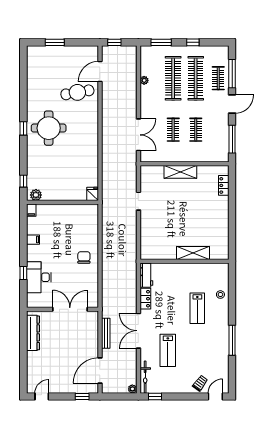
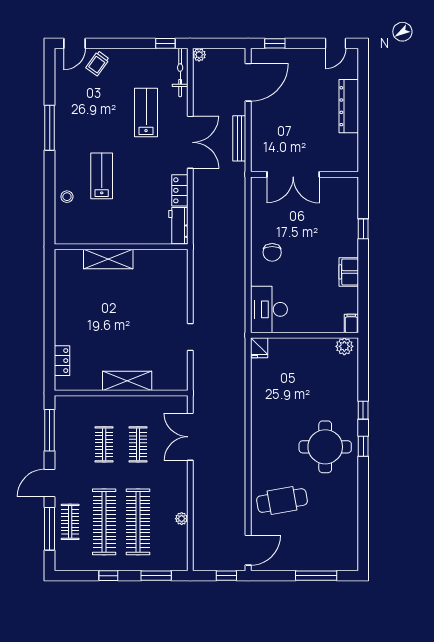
window: (55, 42) -> (316, 576), width x1.44
door: (100, 71) -> (248, 550), moved
window: (23, 181) -> (363, 410), moved
filing cabinet: (33, 240) -> (349, 272), width x2.00
desk: (39, 277) -> (269, 309), moved, turned 180
dresser: (33, 333) -> (349, 106), moved

